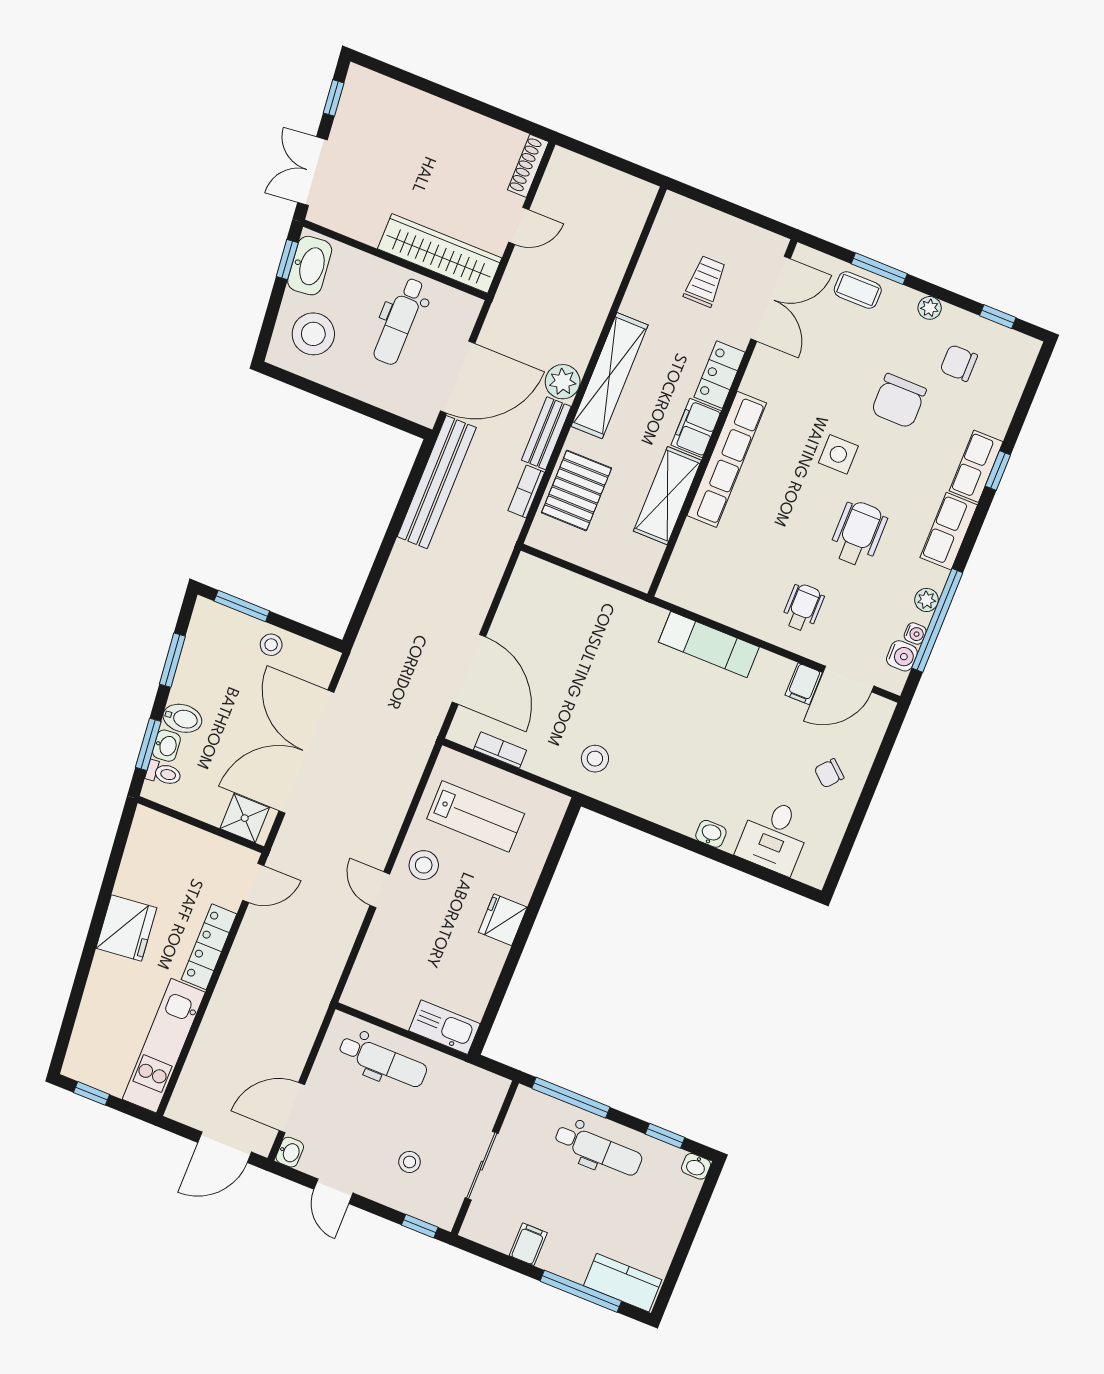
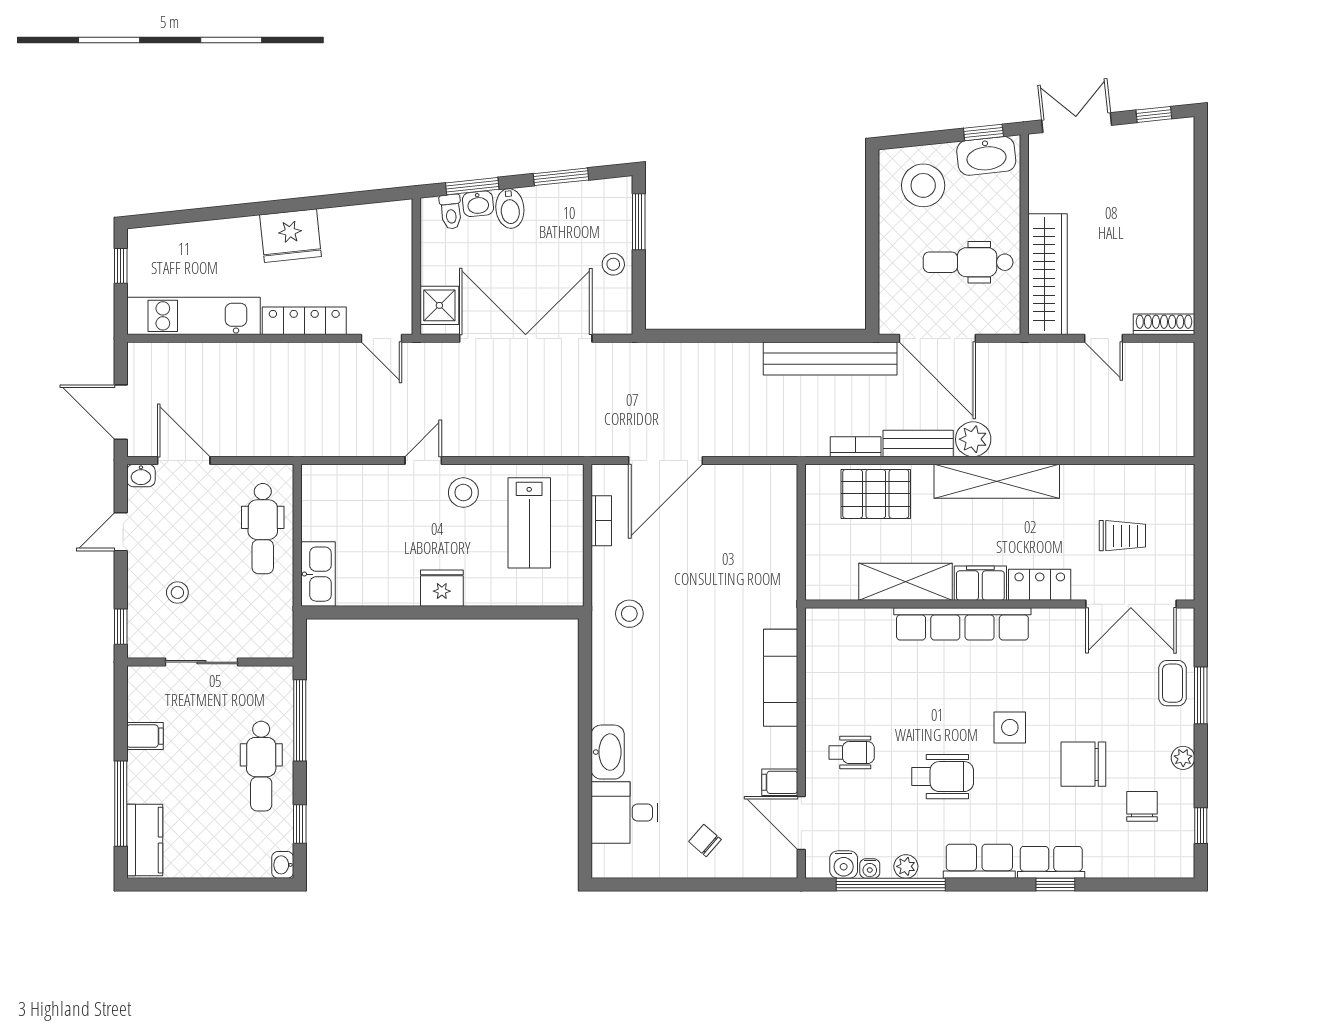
washbasin: (711, 834) -> (608, 752), width x1.91, depth x1.45

